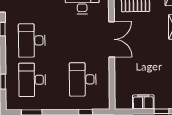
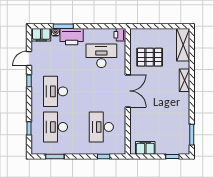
filing cabinet: (143, 102) -> (145, 148), moved

